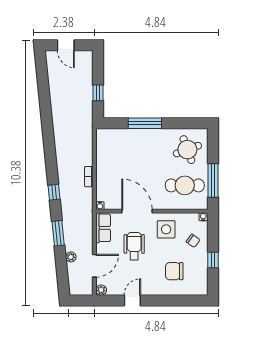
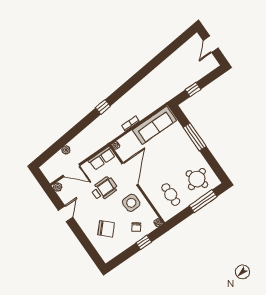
sofa: (106, 154) -> (154, 125), added
window: (213, 181) -> (203, 201), moved
cafe table: (185, 185) -> (171, 195), width x0.73, depth x0.74
window: (58, 233) -> (76, 130), removed
window: (213, 260) -> (144, 242), moved
chair: (174, 271) -> (106, 229), turned 133
door: (132, 300) -> (66, 214), hinge flipped

